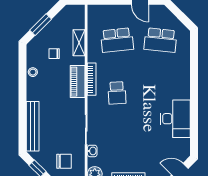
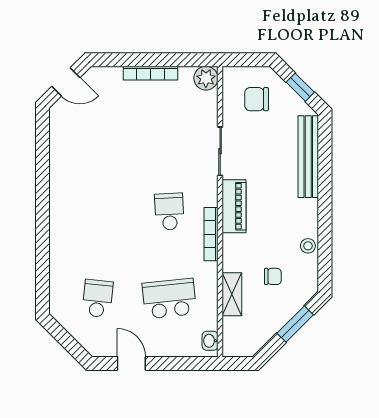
school desk: (161, 40) -> (98, 299), width x0.54
piano: (78, 82) -> (234, 206), moved
desk: (175, 119) -> (73, 169), removed
washbasin: (92, 151) -> (210, 341), moved

